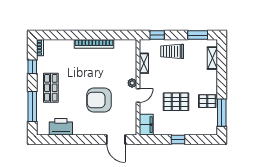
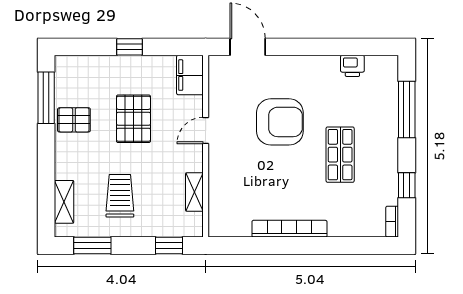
trolley: (172, 51) -> (120, 196), moved, turned -90
plant: (132, 83) -> (217, 154), removed
shop shelf: (51, 88) -> (340, 155), moved
pallet: (176, 102) -> (133, 119), turned 90
printer: (61, 127) -> (352, 66), width x0.53, depth x0.68

